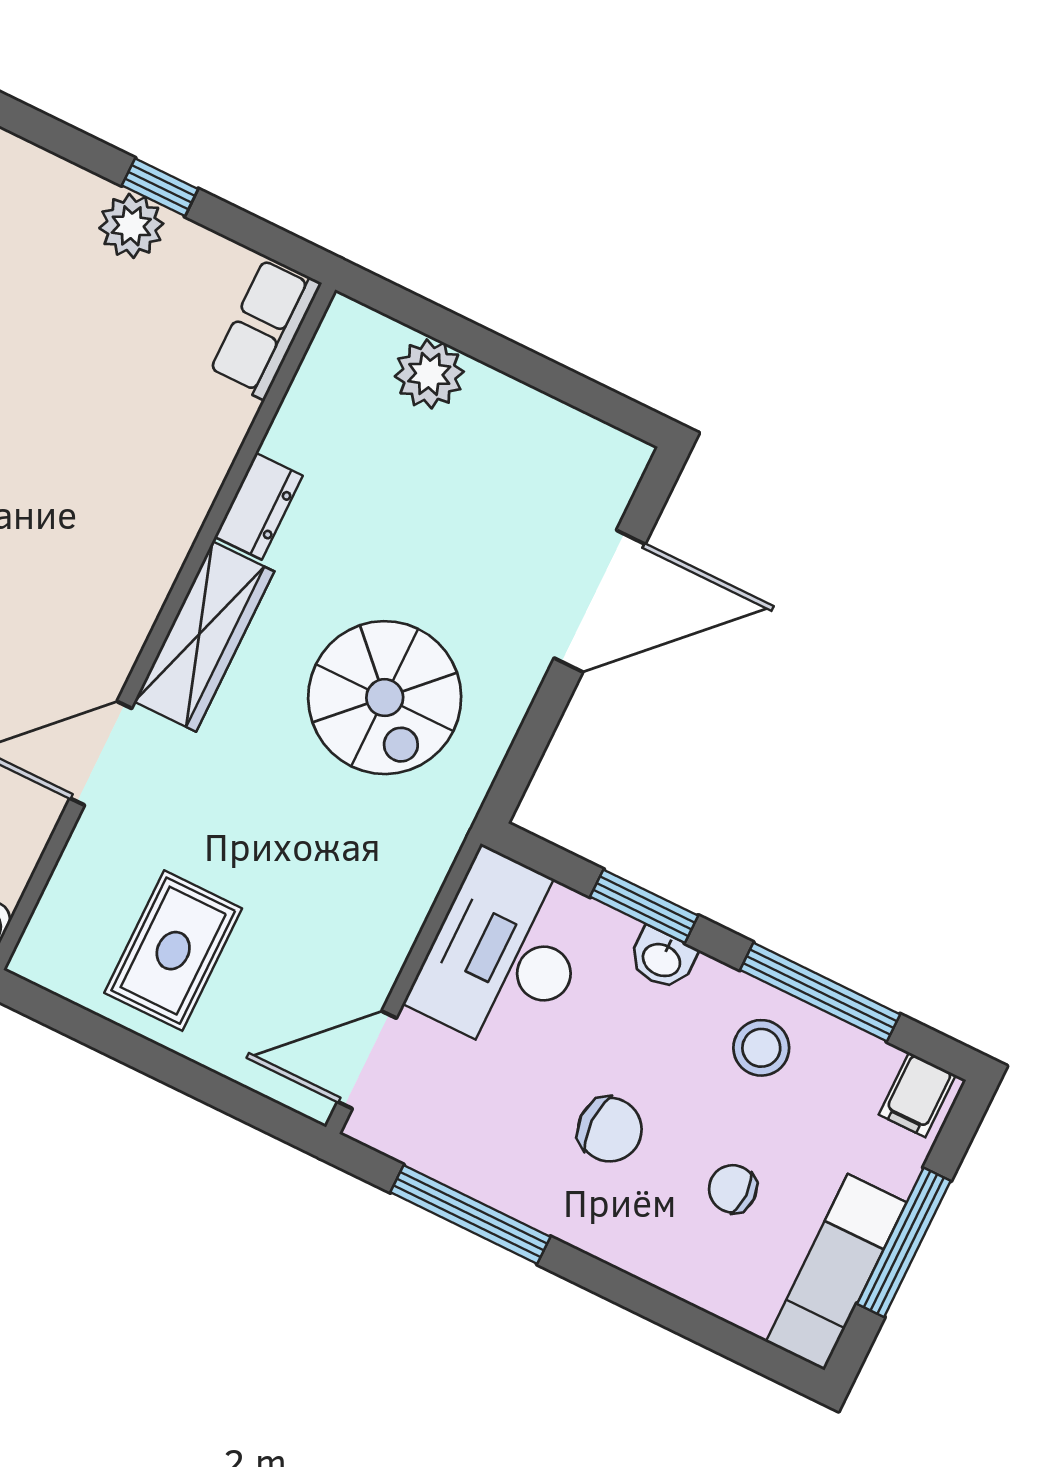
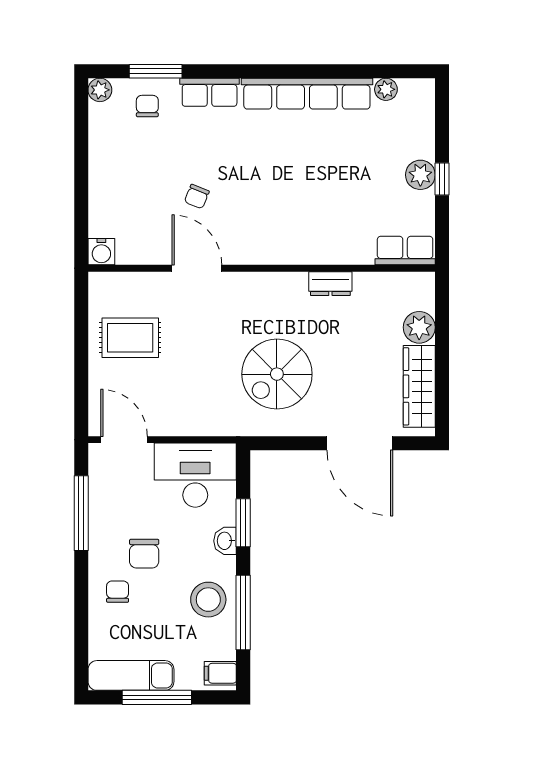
wardrobe: (204, 636) -> (419, 386), moved, turned 90
stool: (761, 1048) -> (208, 600), width x1.38, depth x1.38
chair: (733, 1189) -> (118, 592), moved

